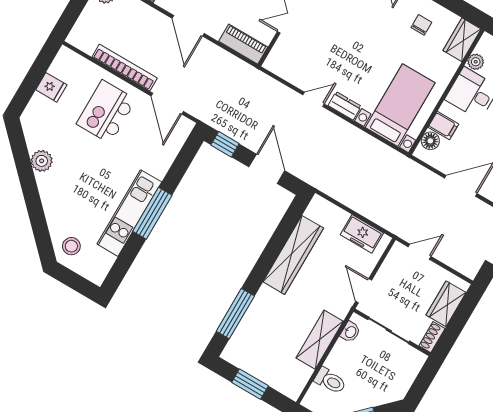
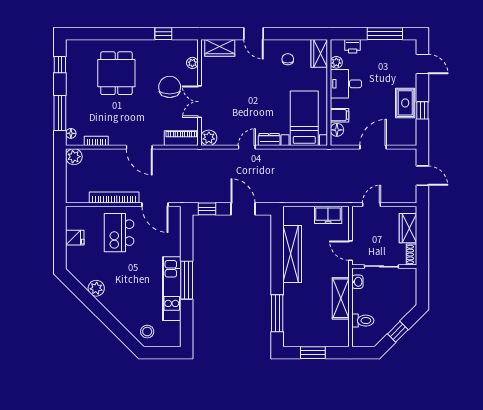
plant: (276, 63) -> (209, 138), added

